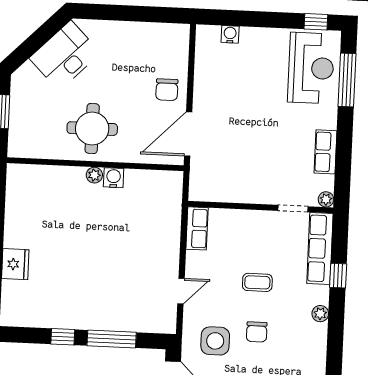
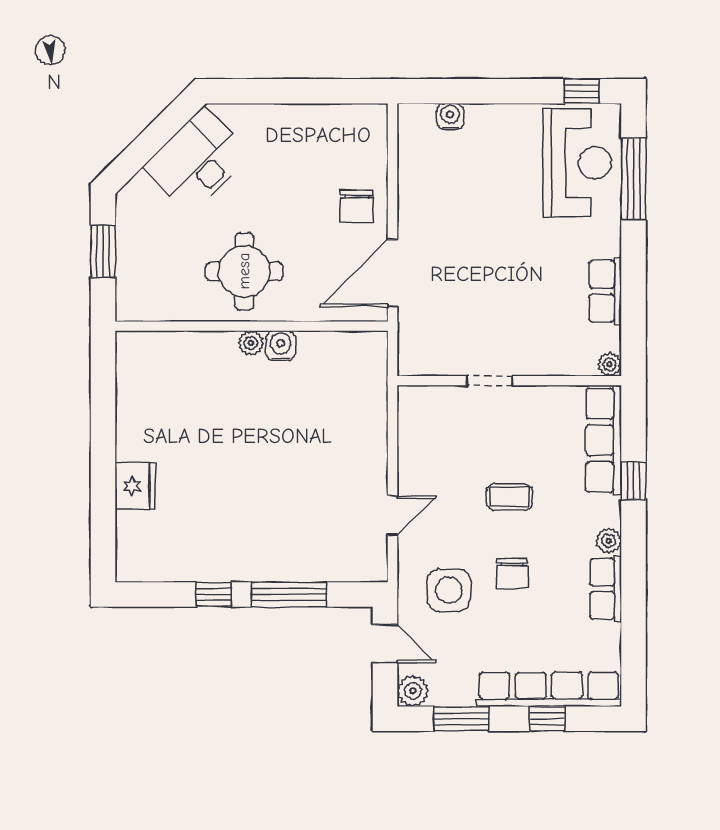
doorway: (293, 209) -> (490, 381), moved
row of seats: (197, 228) -> (606, 589), moved, turned 180

